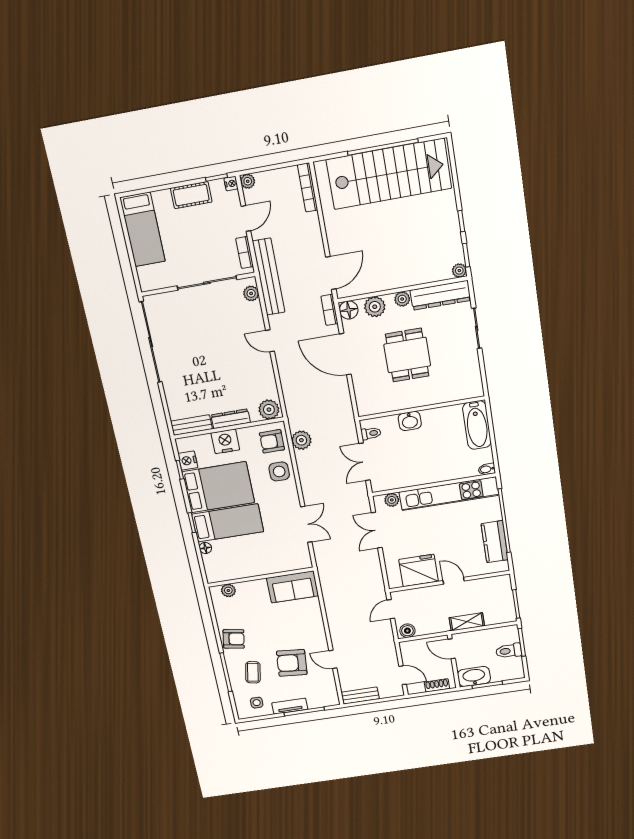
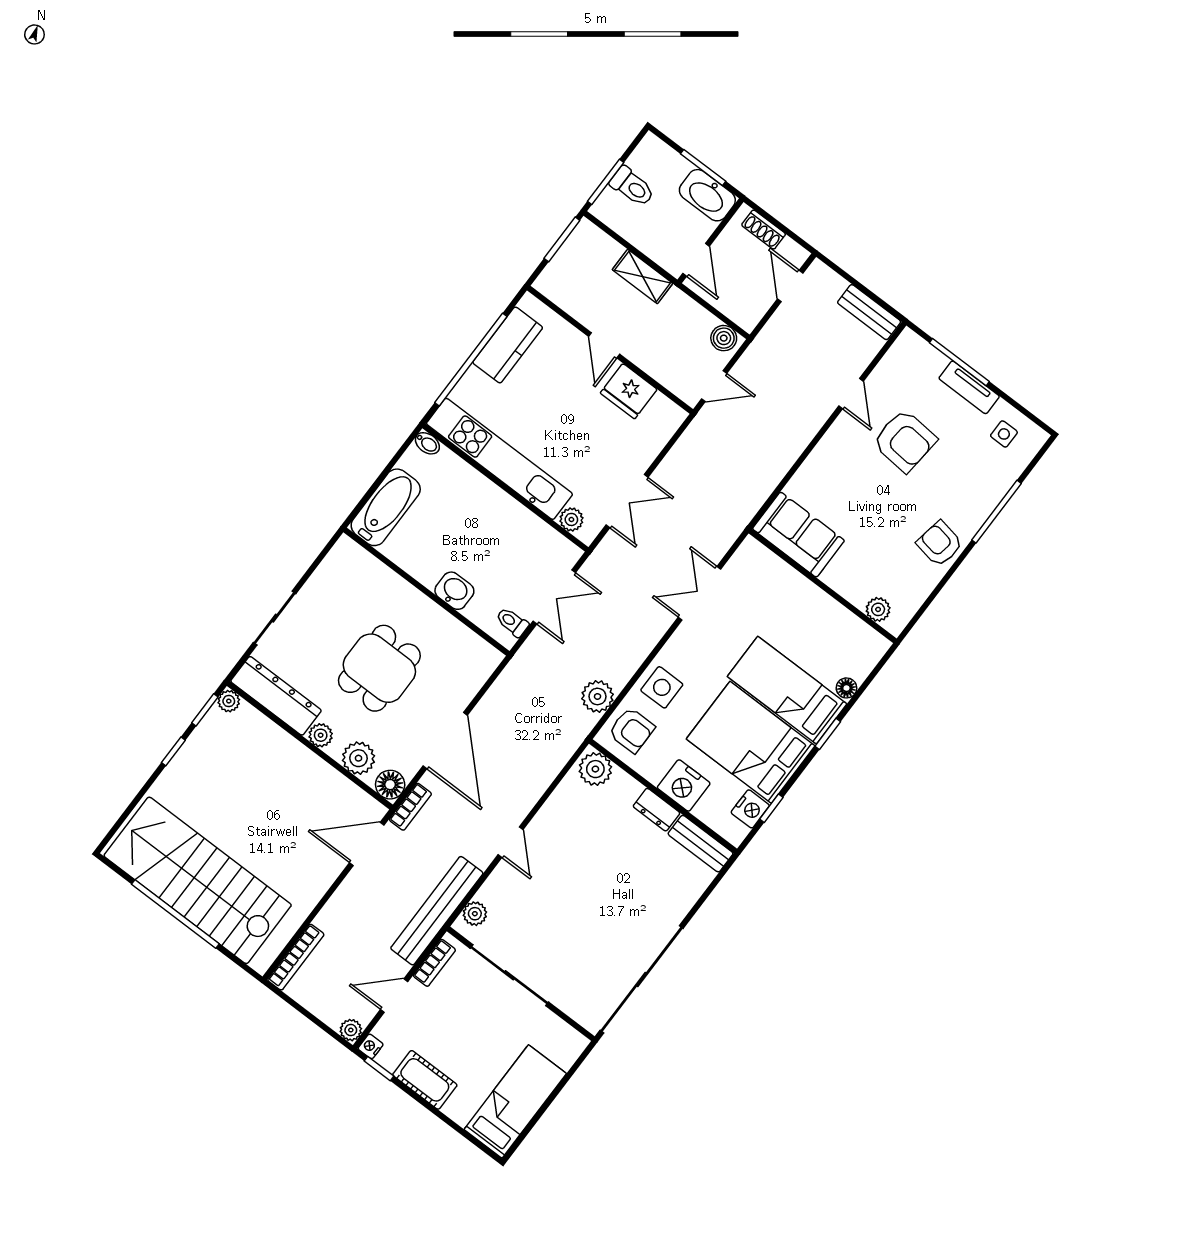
dresser: (231, 419) -> (656, 810), width x0.70
fridge: (419, 570) -> (629, 391), width x0.73, depth x0.75
coffee table: (253, 672) -> (964, 478), removed

